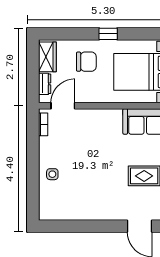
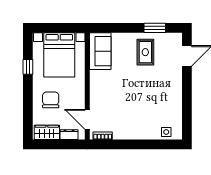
window: (108, 34) -> (28, 67), moved
side table: (52, 174) -> (166, 132), moved

